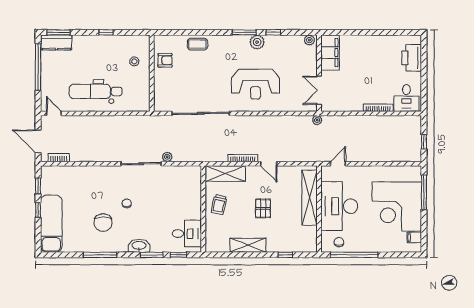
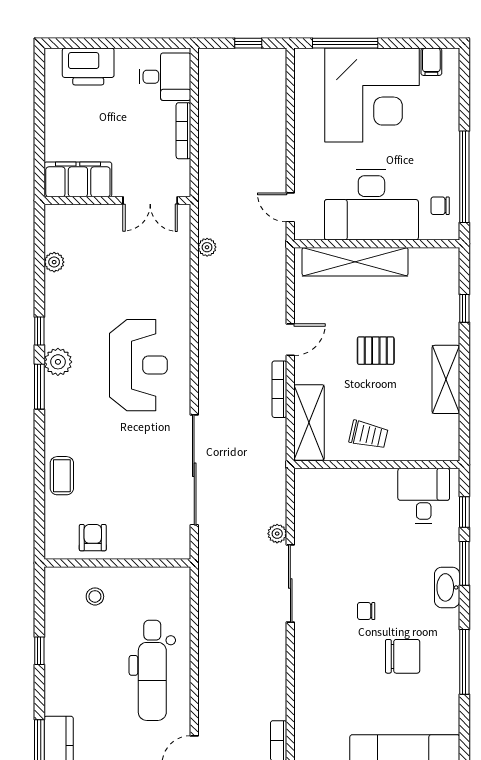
filing cabinet: (330, 53) -> (78, 179), moved
wall: (319, 73) -> (117, 200), moved
double door: (319, 90) -> (150, 200), moved

